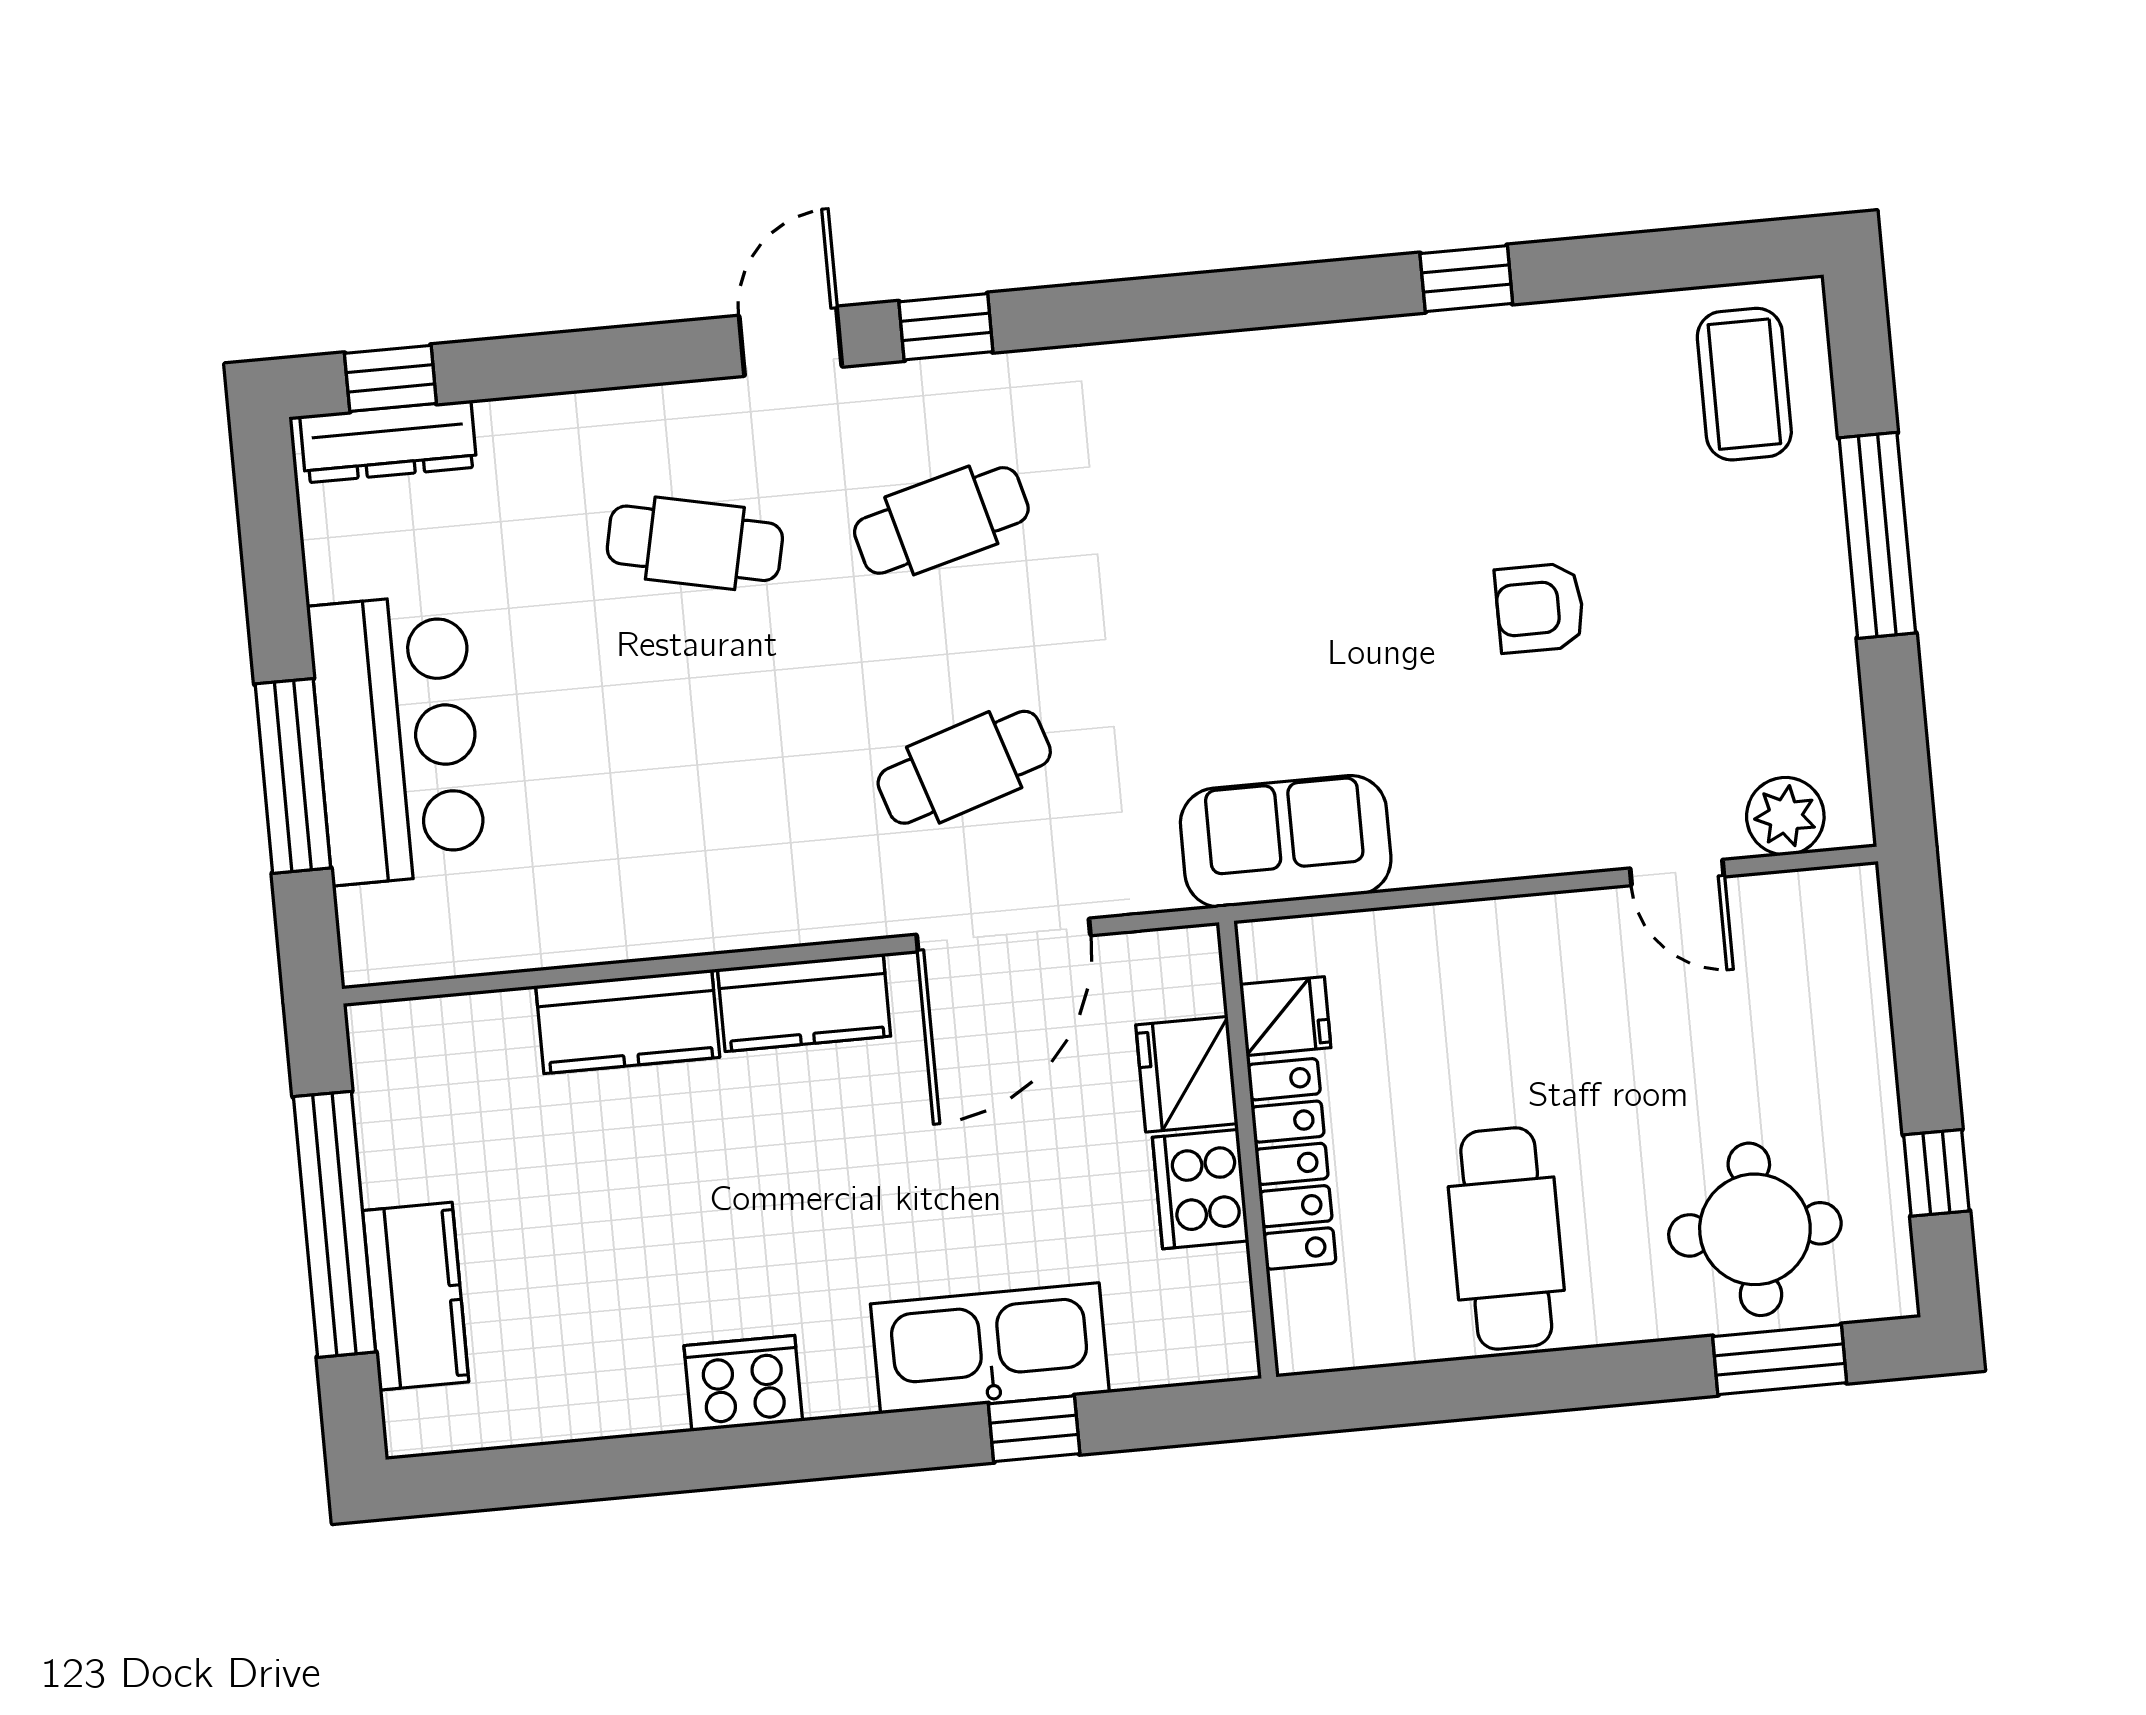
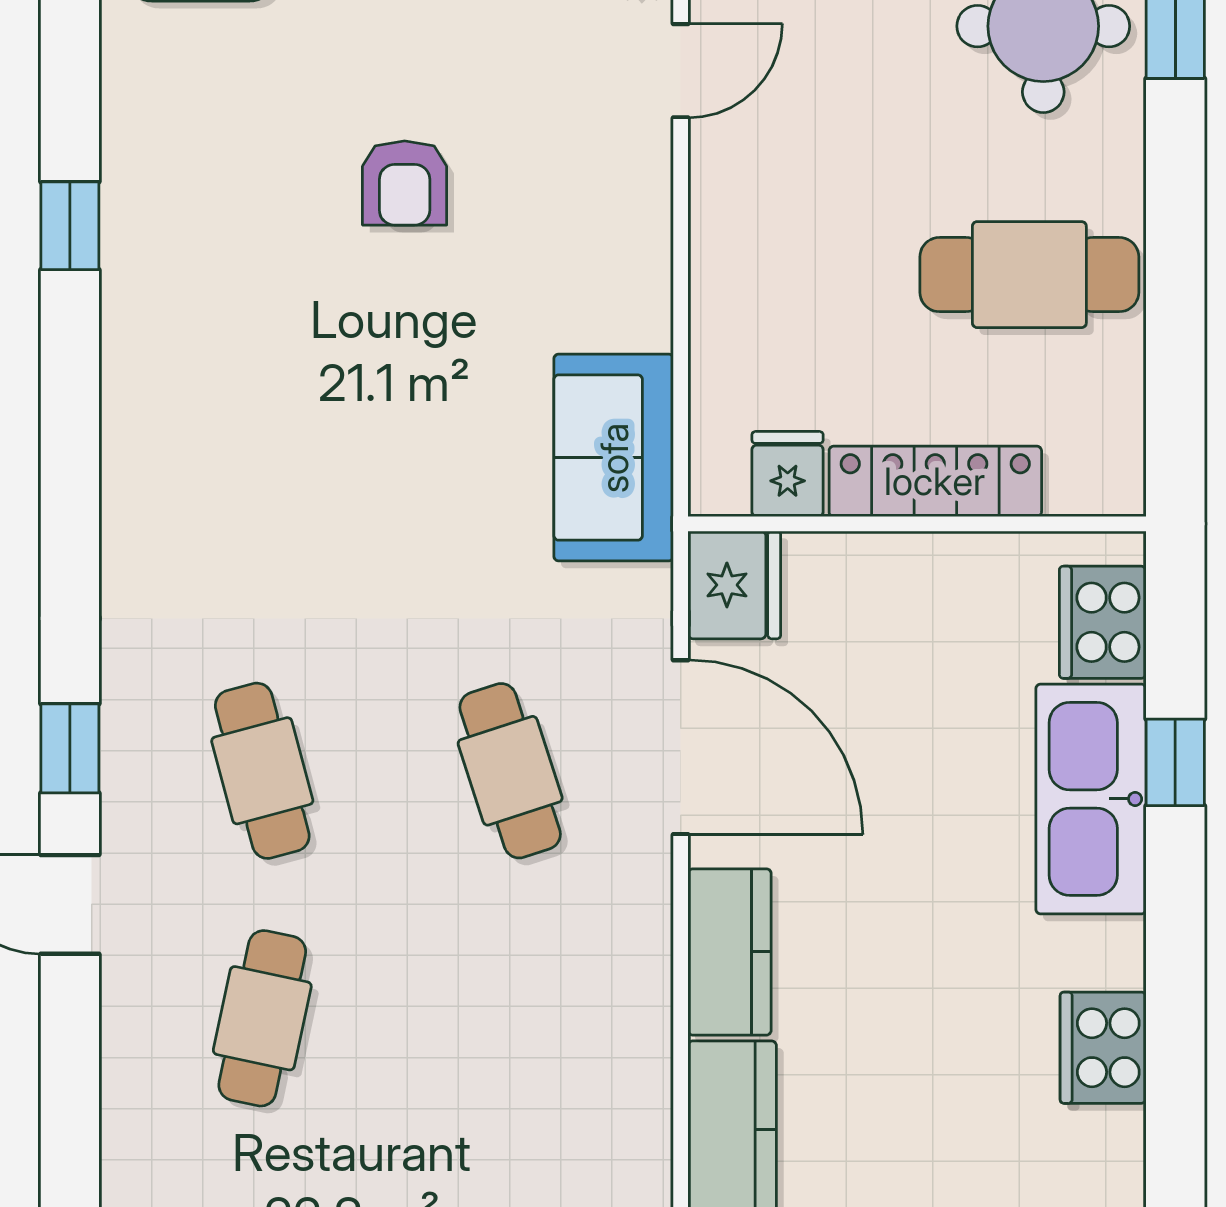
fridge: (1187, 1074) -> (734, 585), moved, turned -90
cooker: (1201, 1189) -> (1103, 622), moved, turned 90

